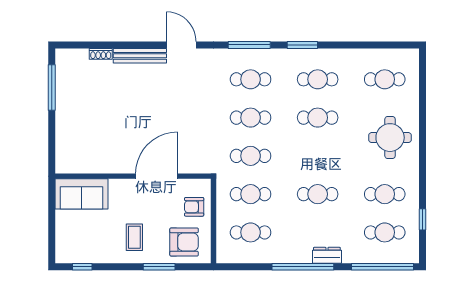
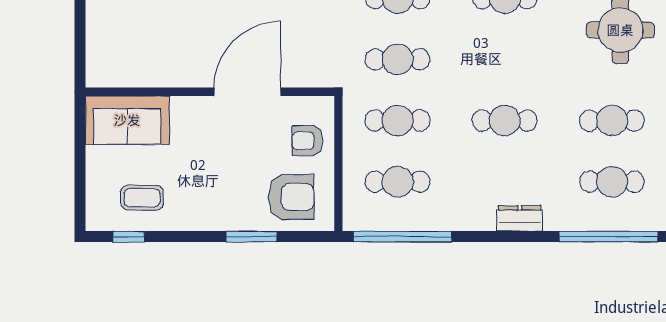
coffee table: (134, 237) -> (142, 198), moved, turned 90
window: (303, 267) -> (403, 237), moved

